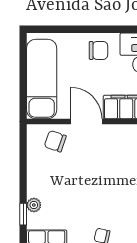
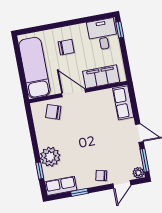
chair: (98, 50) -> (66, 47), moved
plant: (34, 205) -> (50, 157), width x1.87, depth x1.87

